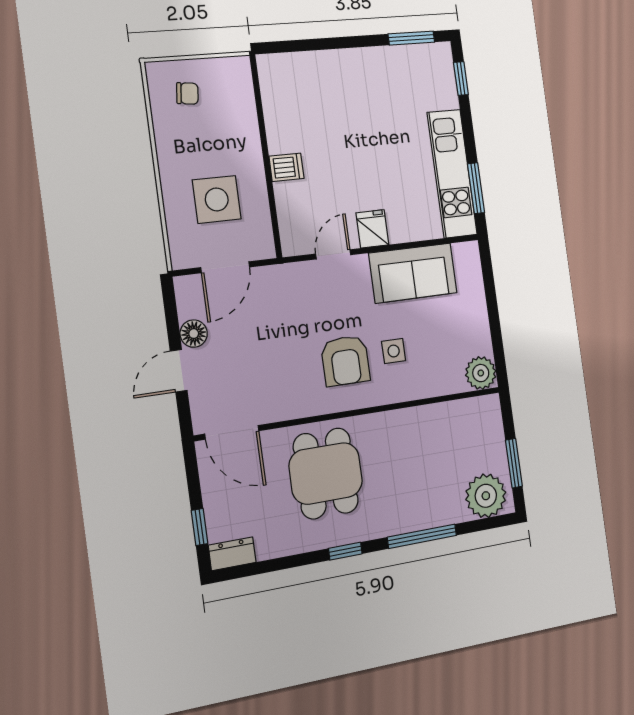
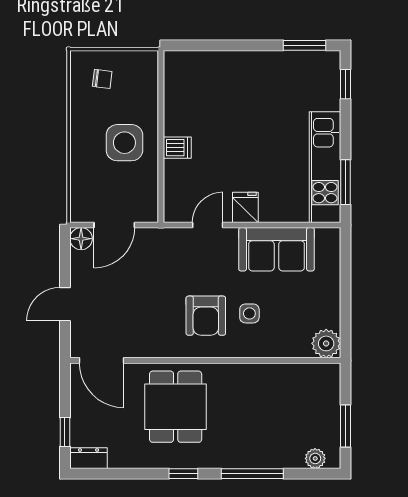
side table: (217, 199) -> (124, 143), moved
floor lamp: (194, 334) -> (81, 239), moved
plant: (486, 496) -> (315, 458), width x0.53, depth x0.53

